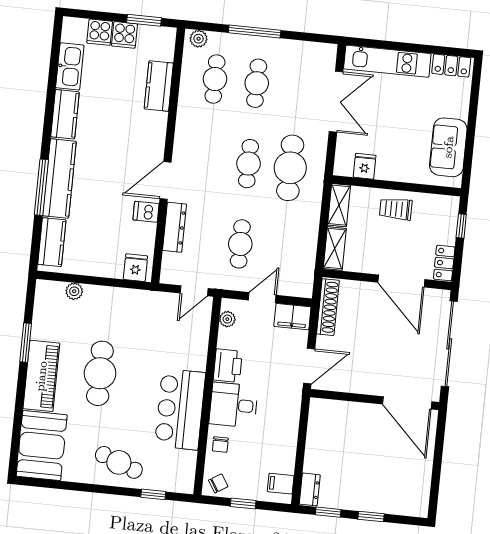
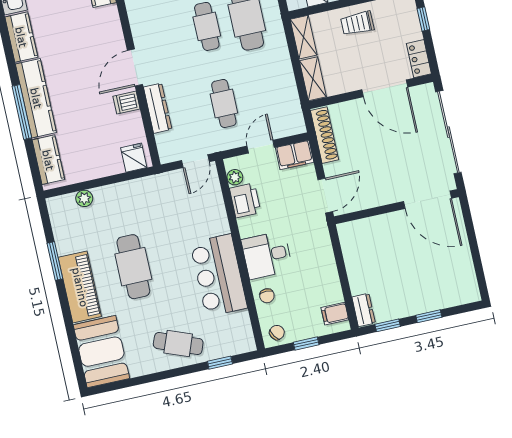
printer: (228, 366) -> (245, 200), moved

